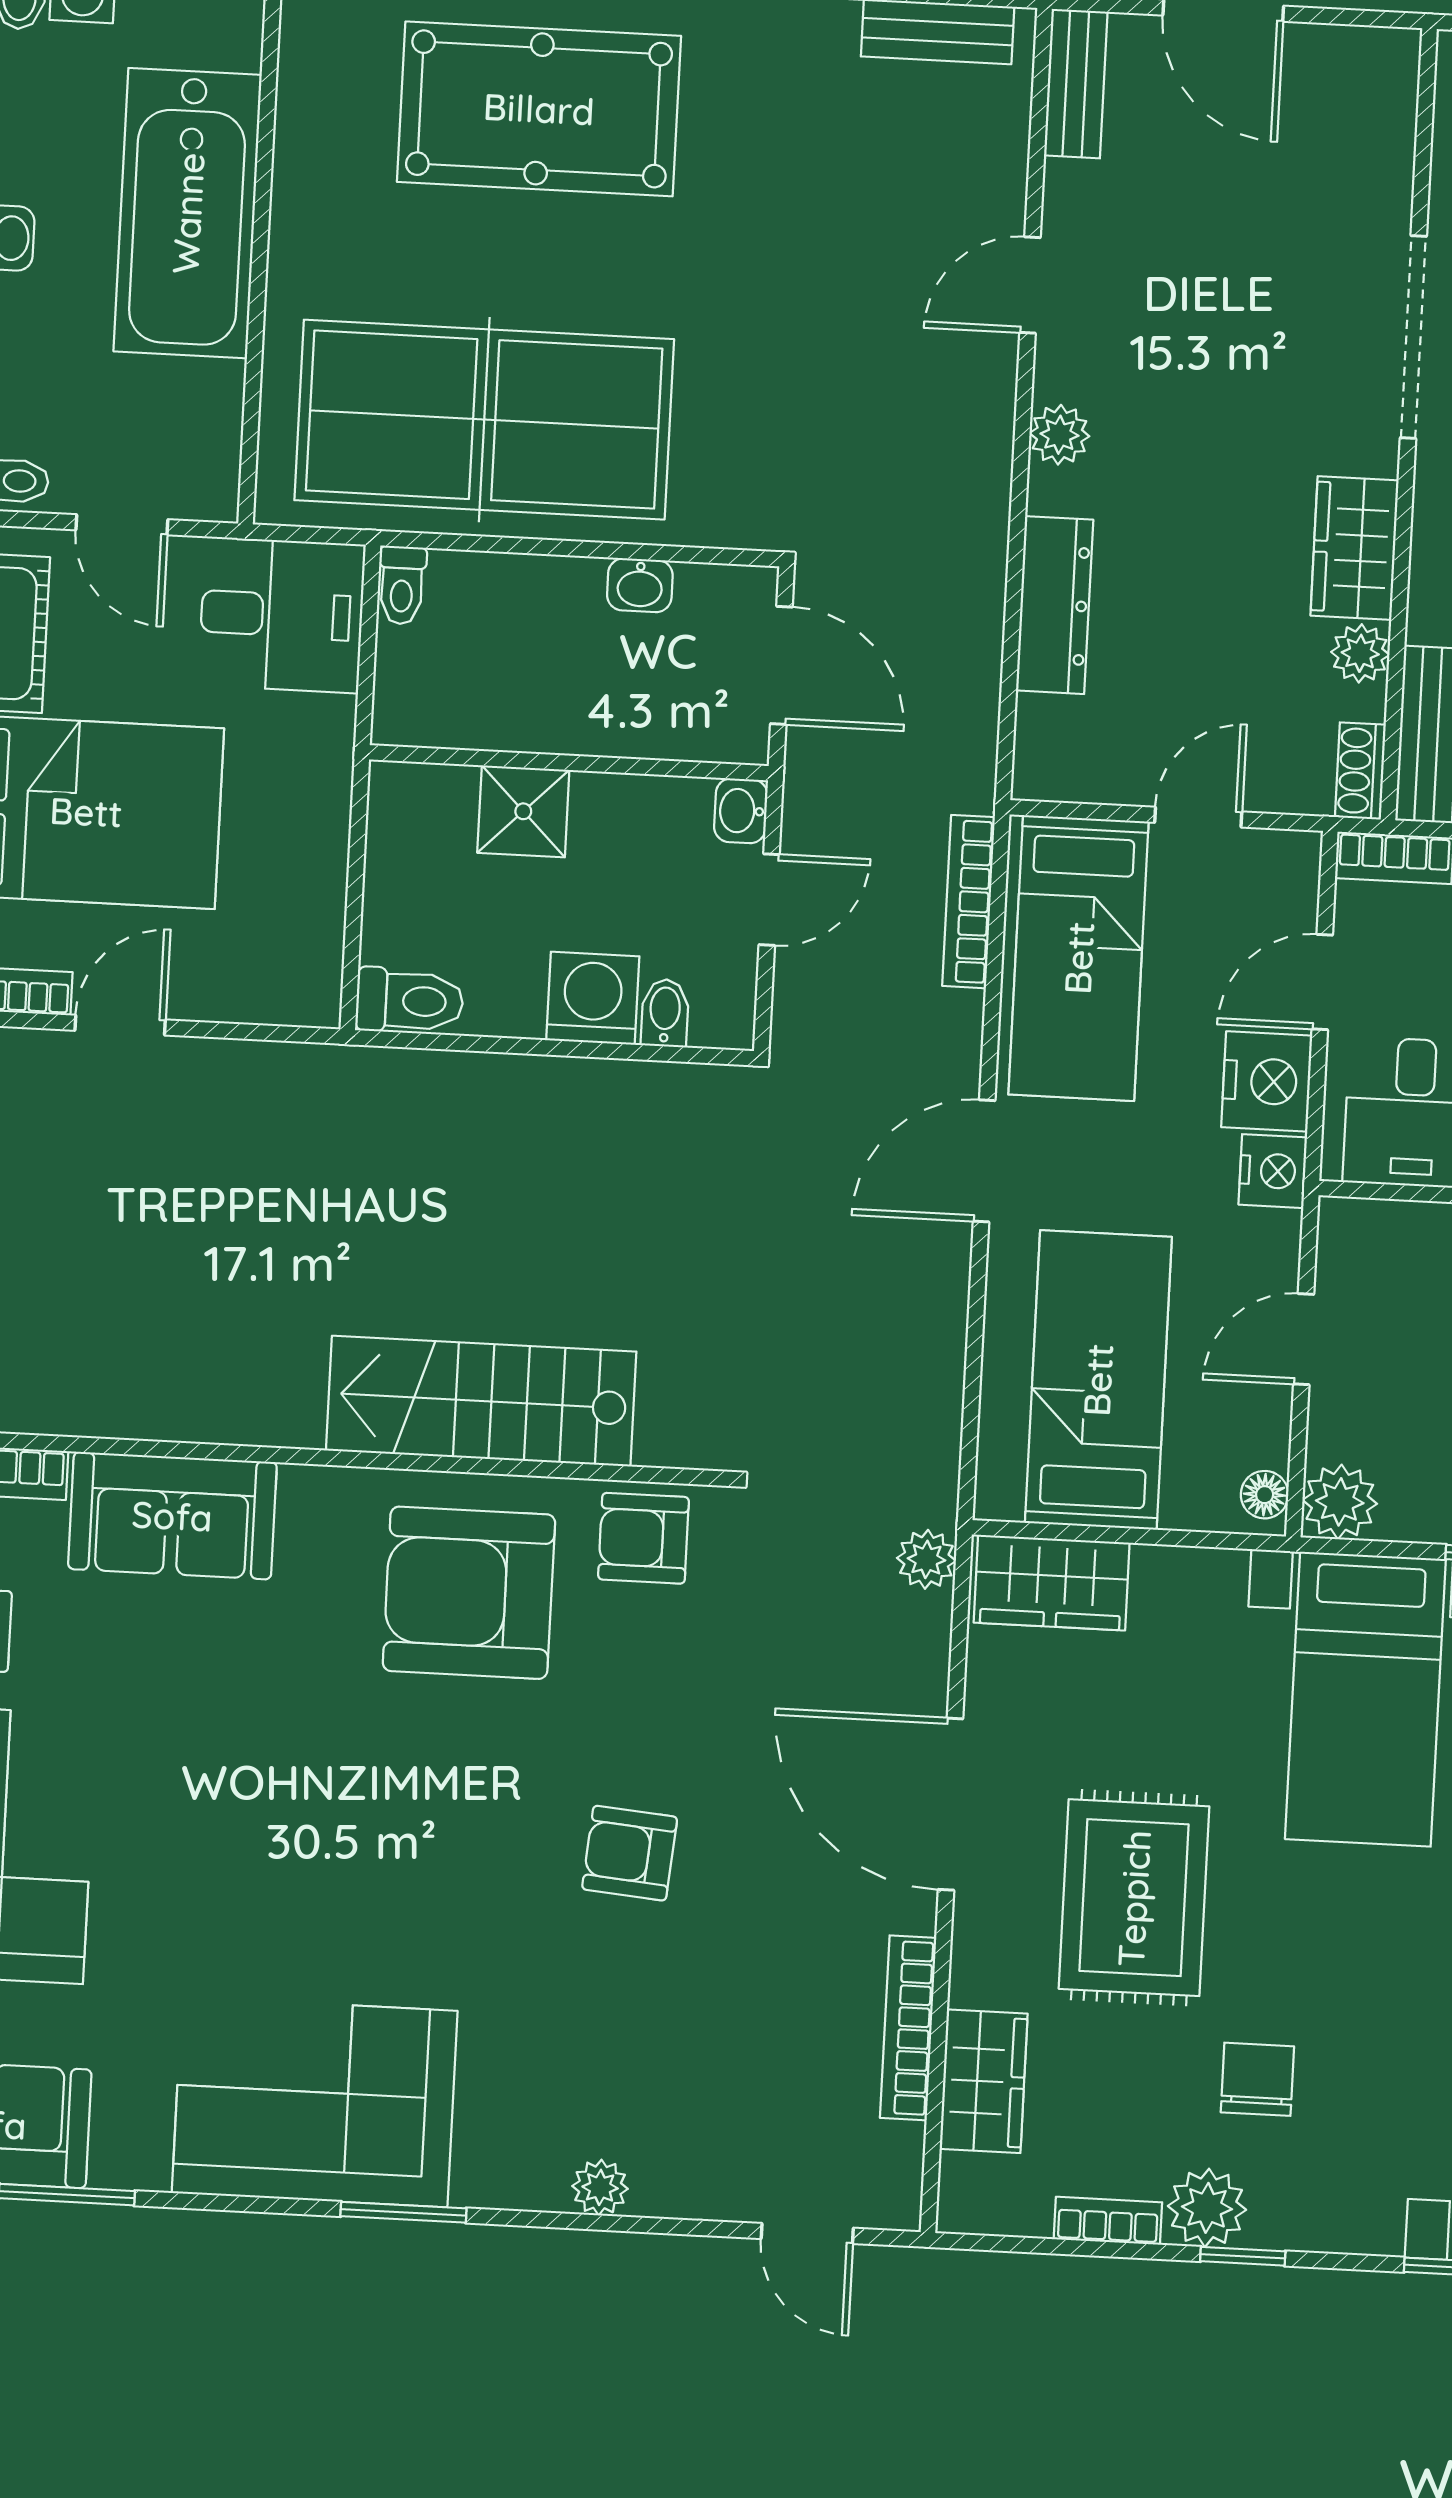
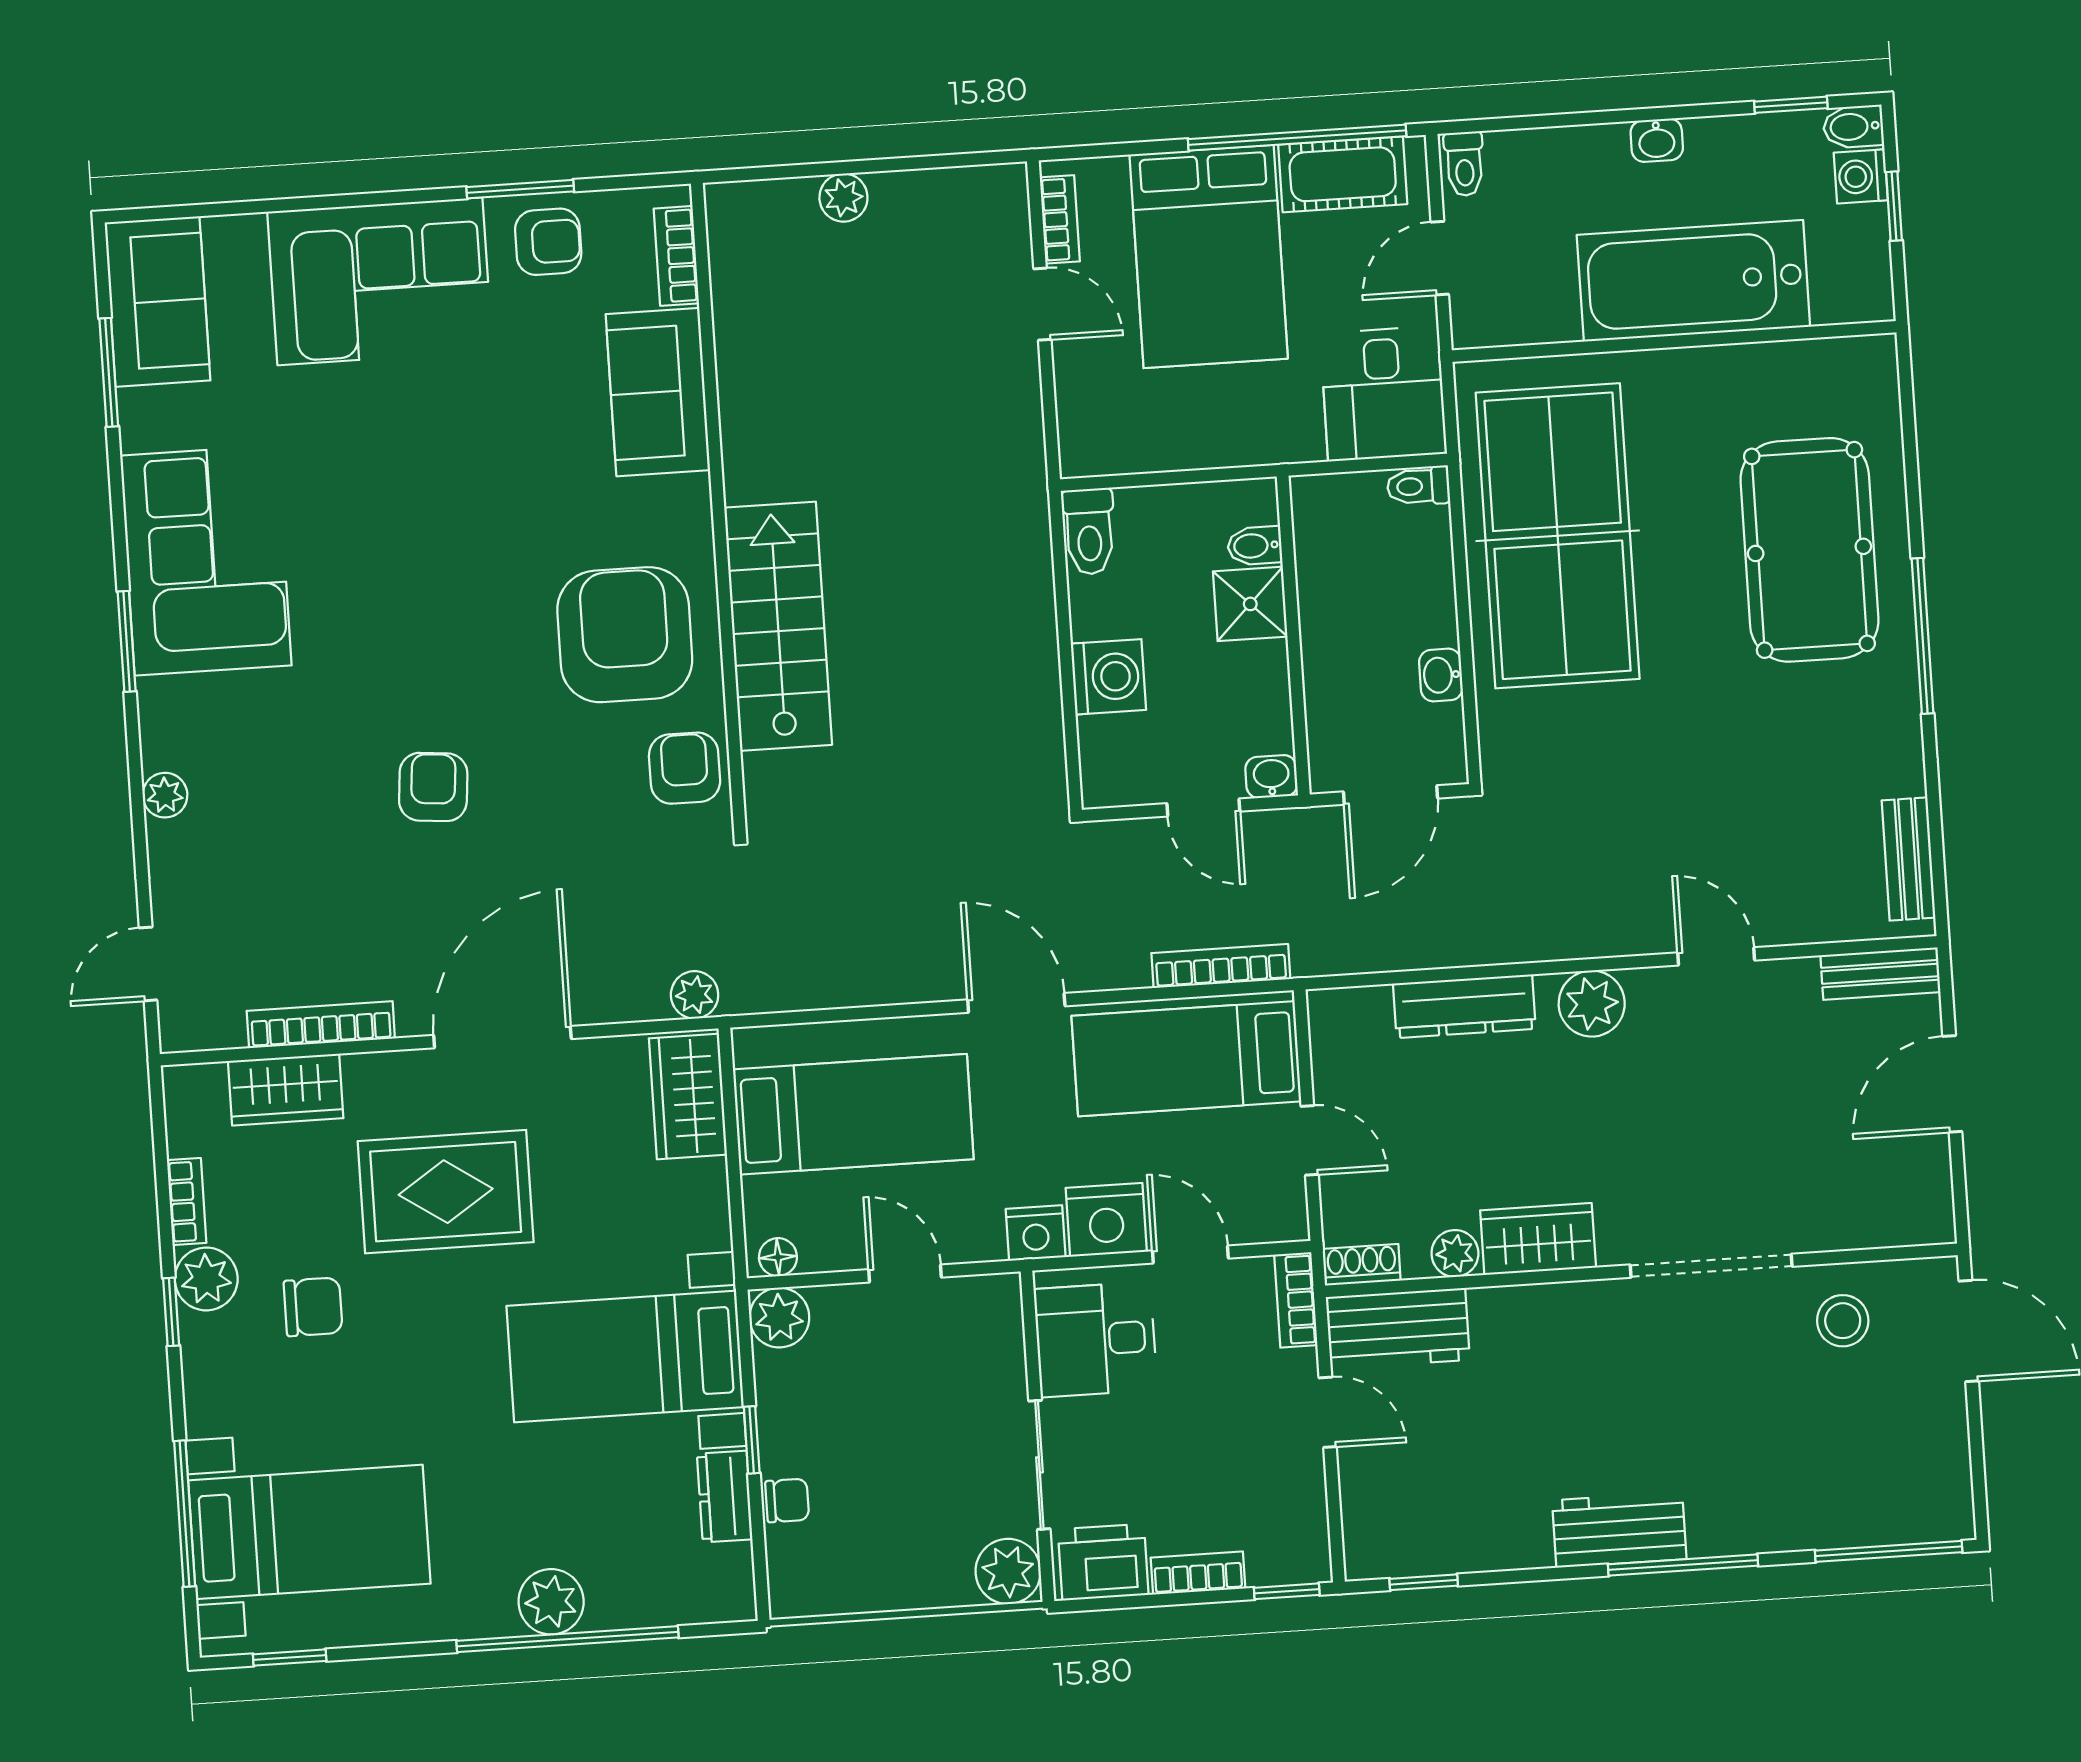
plant: (1059, 435) -> (1592, 1004), width x1.38, depth x1.38
bidet: (665, 1013) -> (1255, 546), moved, turned 180

